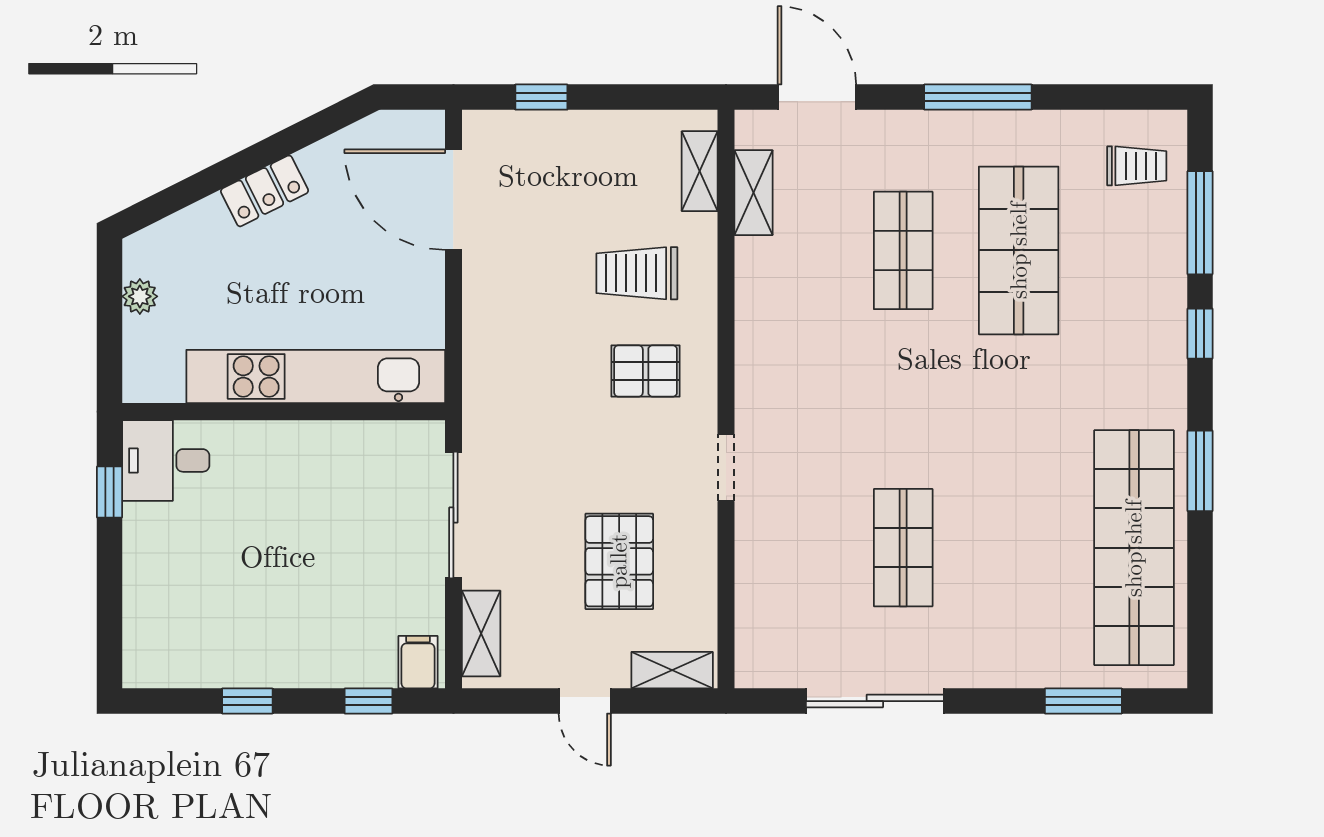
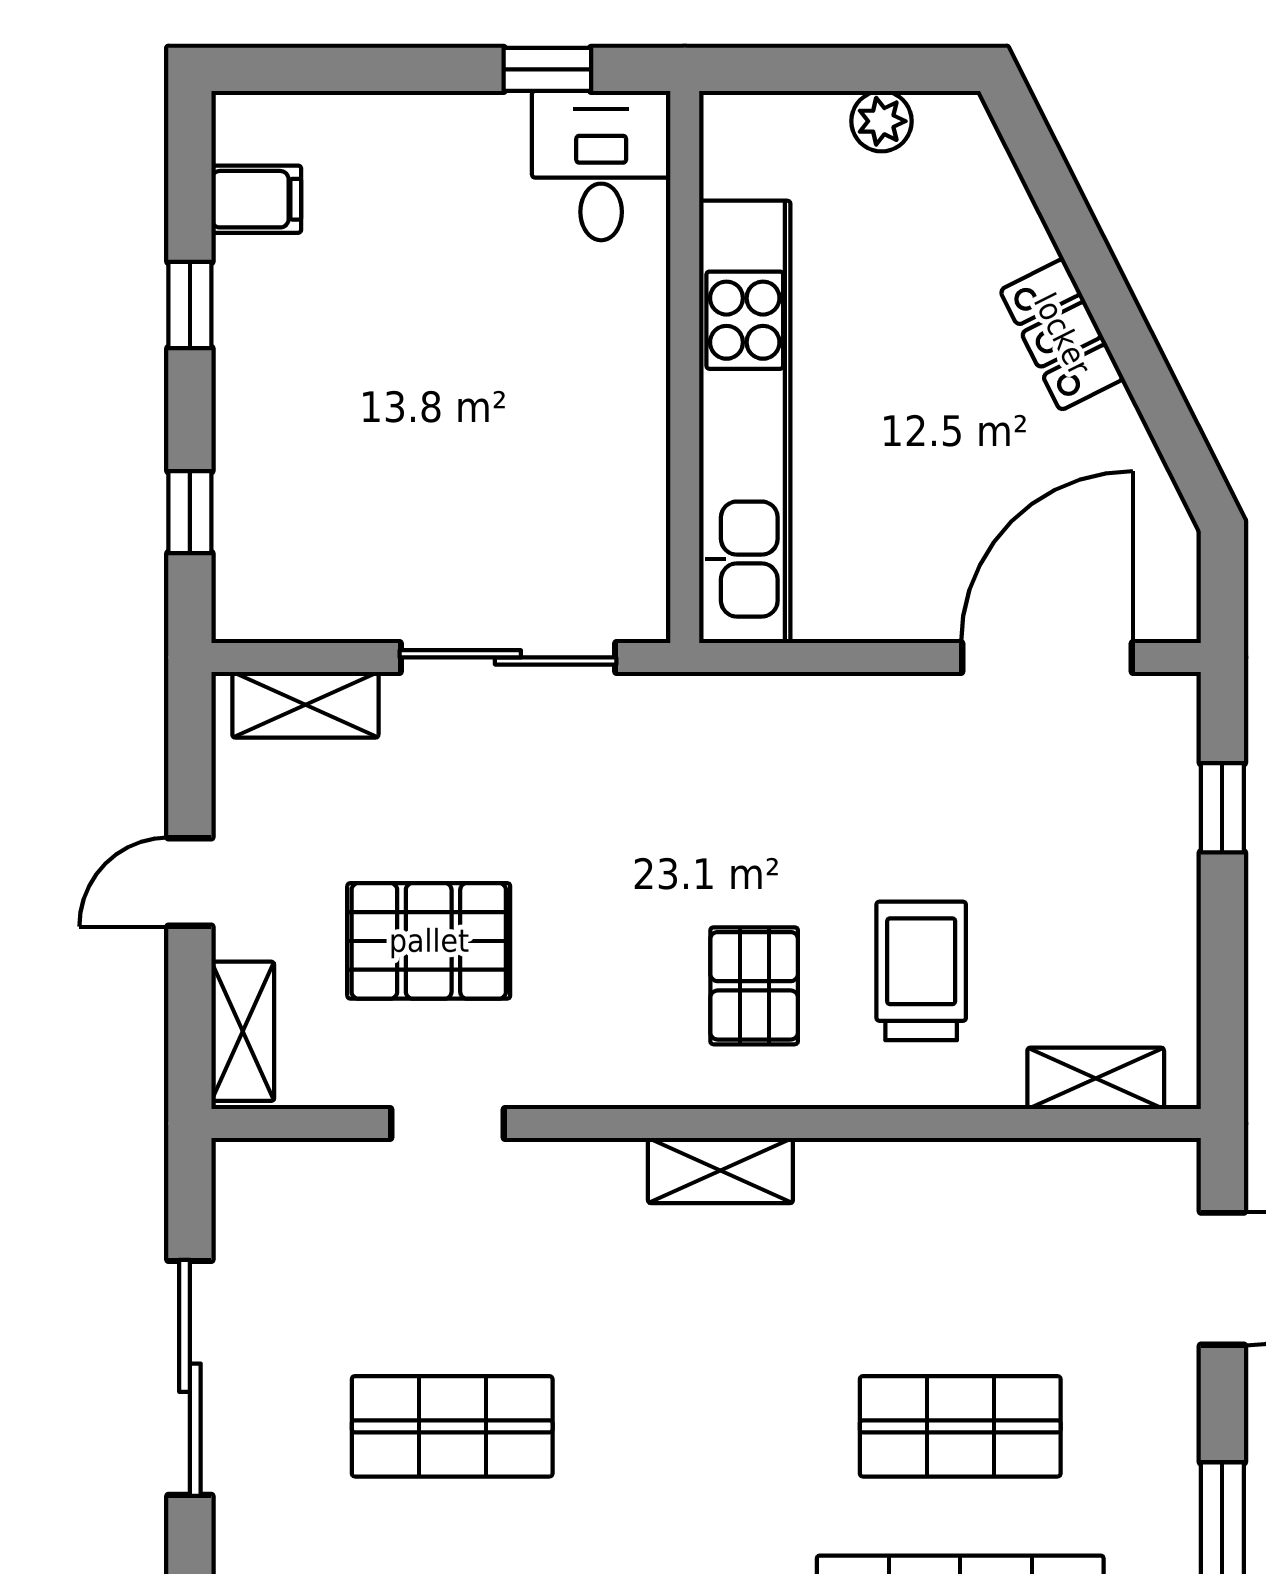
shelving: (754, 193) -> (720, 1170), moved
doorway: (726, 468) -> (447, 1123), moved
filing cabinet: (418, 662) -> (256, 199), moved

